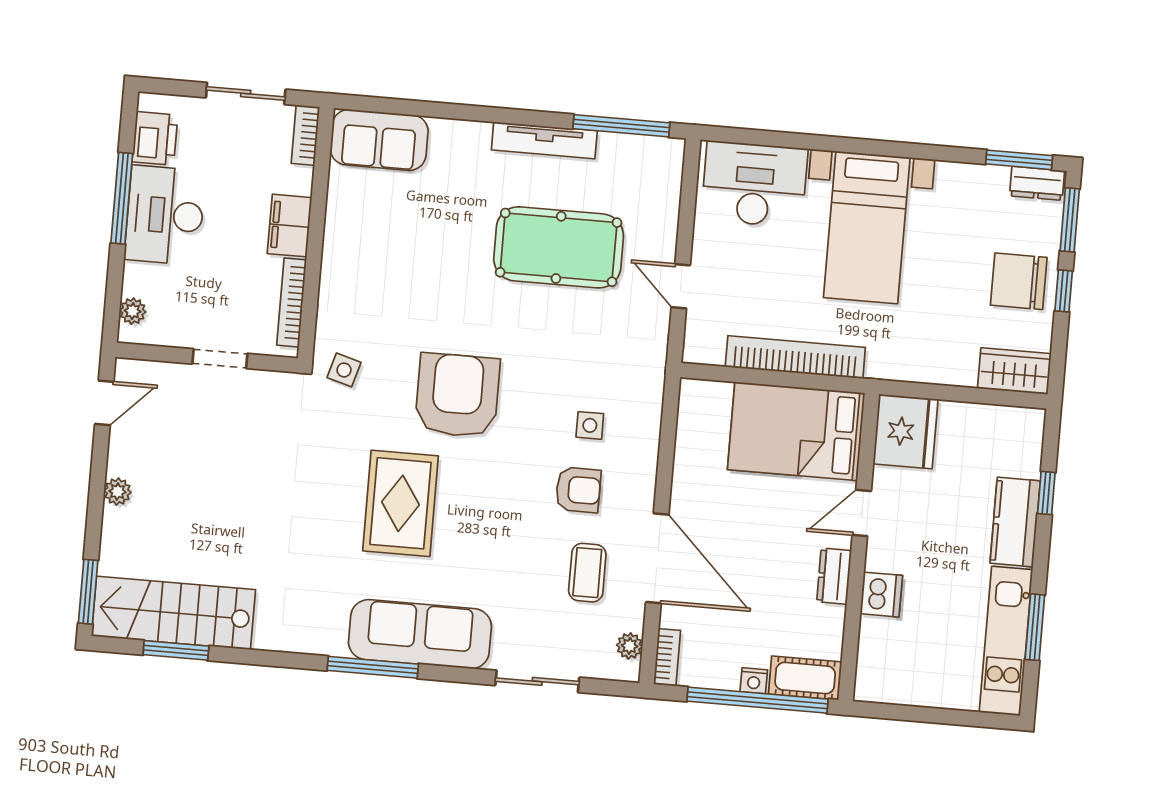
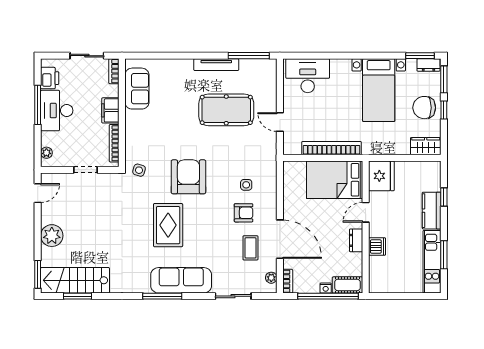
sofa: (379, 140) -> (137, 89), moved, turned -90
bed with nightstands: (867, 228) -> (379, 90), moved
plant: (117, 492) -> (52, 236), width x1.87, depth x1.87

